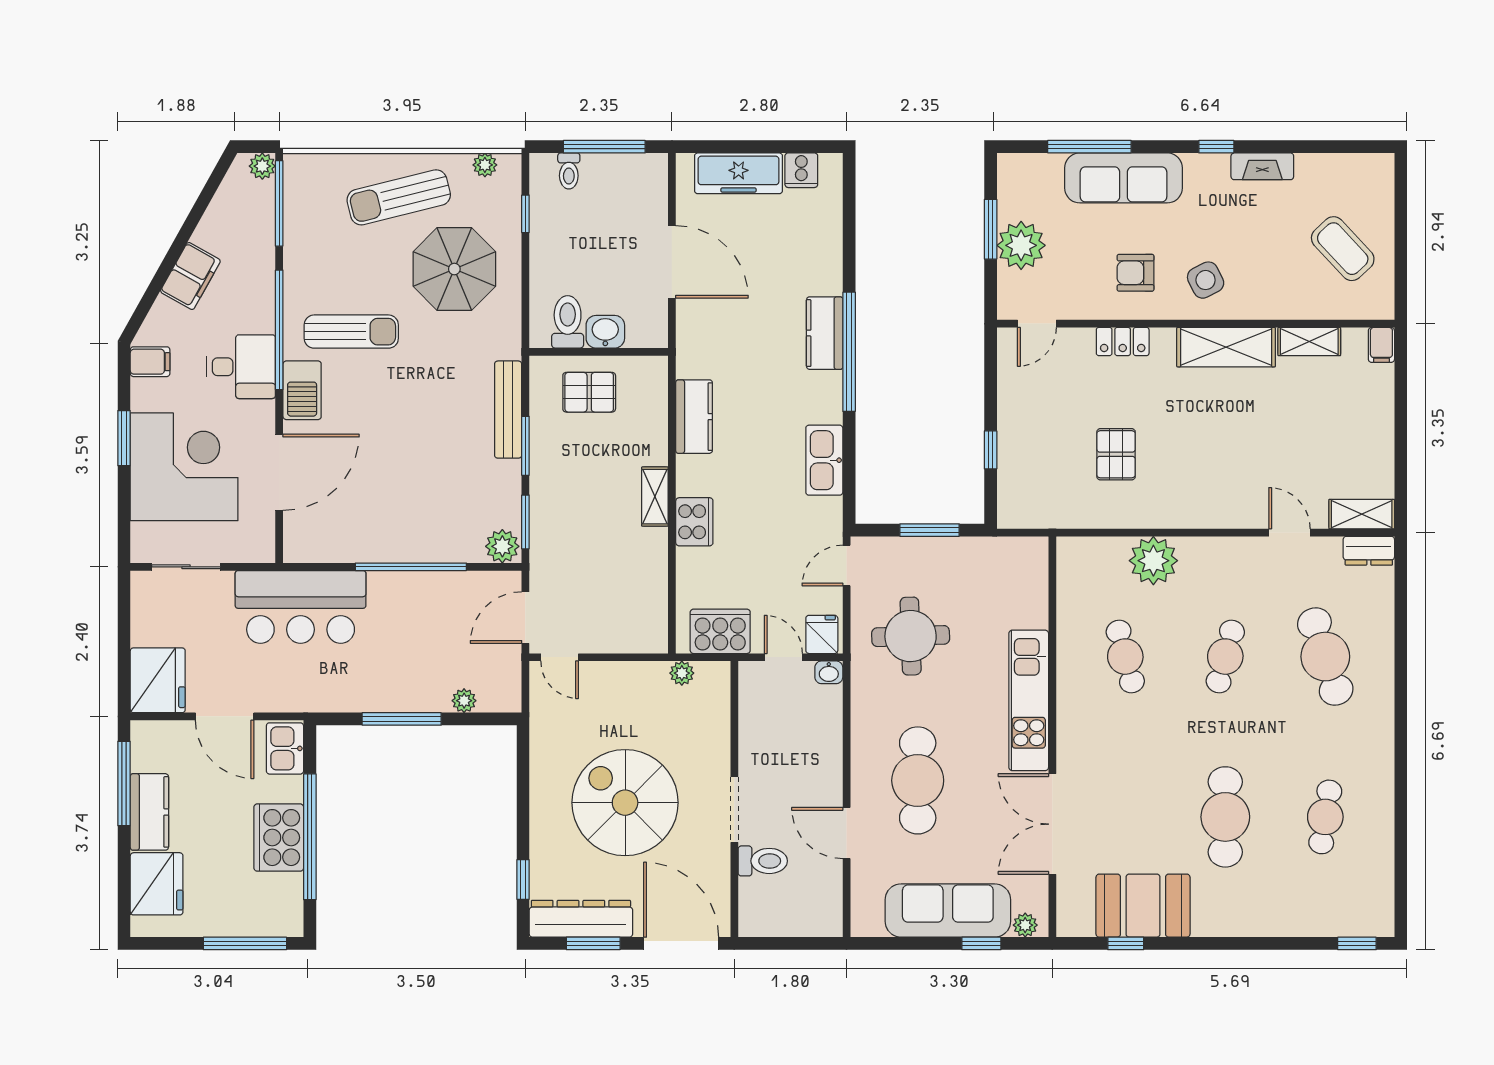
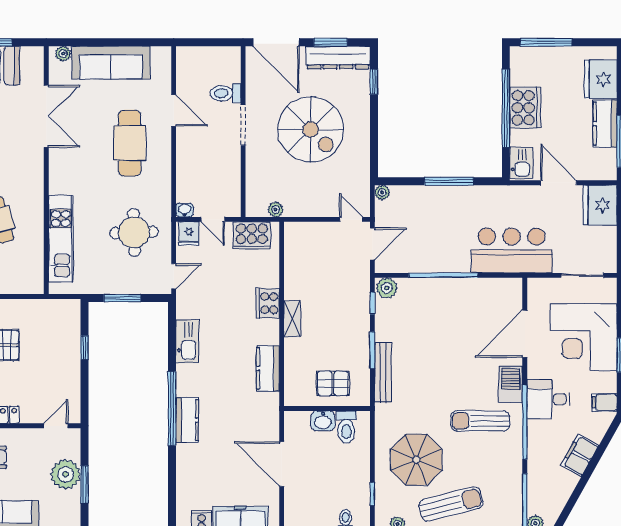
window: (525, 522) -> (372, 303), width x0.67
kitchen unit: (1029, 700) -> (61, 239), moved
plant: (464, 701) -> (382, 193), moved
window: (981, 943) -> (90, 42), removed

